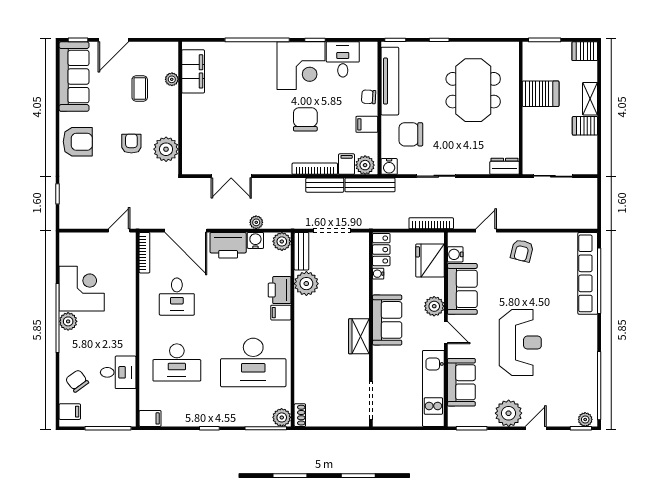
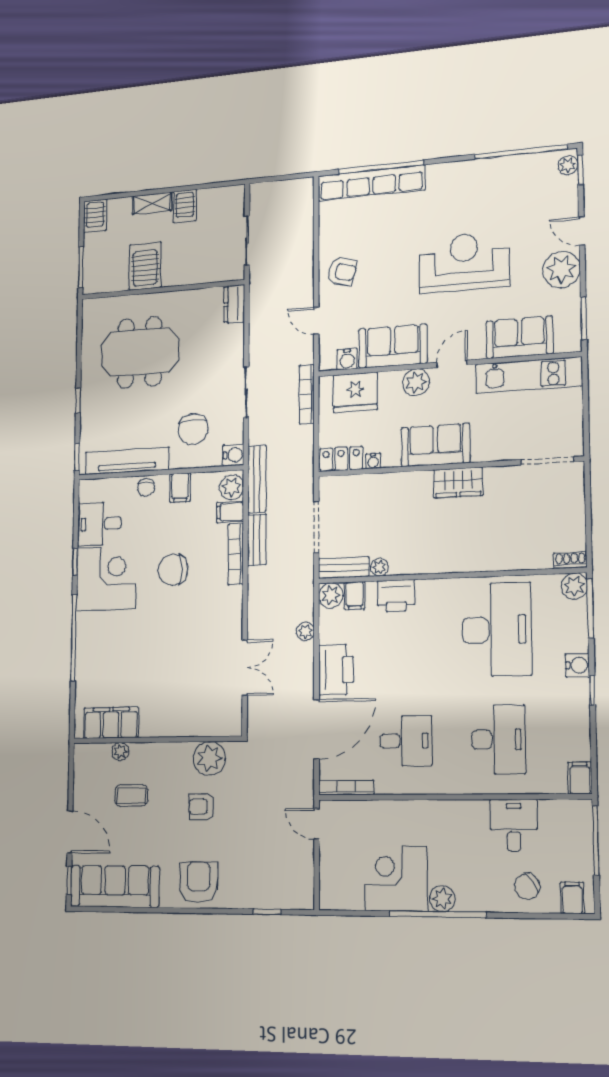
water cooler: (255, 240) -> (577, 665), moved, turned 180
plant: (306, 284) -> (379, 567), width x0.53, depth x0.53
filing cabinet: (281, 313) -> (355, 596), moved

